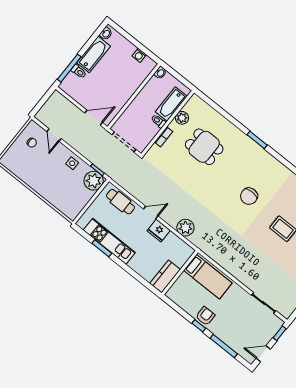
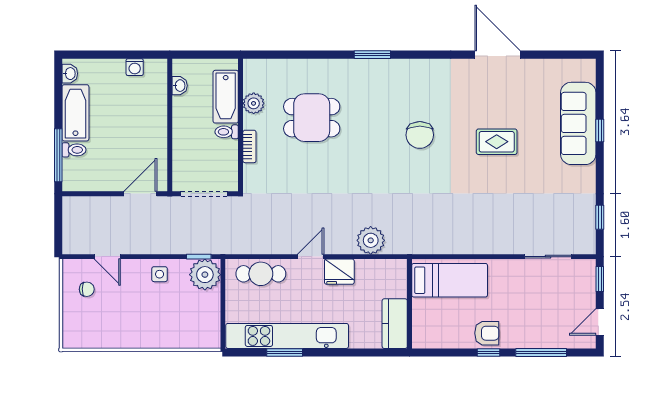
washbasin: (160, 73) -> (180, 86), moved
kitchen unit: (109, 241) -> (287, 336), width x1.36
armchair: (205, 316) -> (487, 333), turned 90

